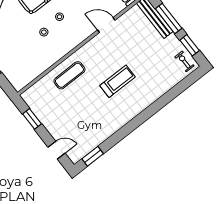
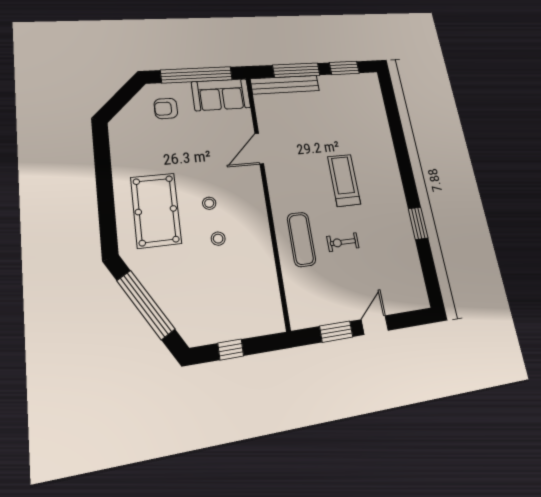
exercise bike: (184, 61) -> (343, 242), moved
door: (57, 150) -> (375, 325), moved
window: (93, 156) -> (418, 223), moved

